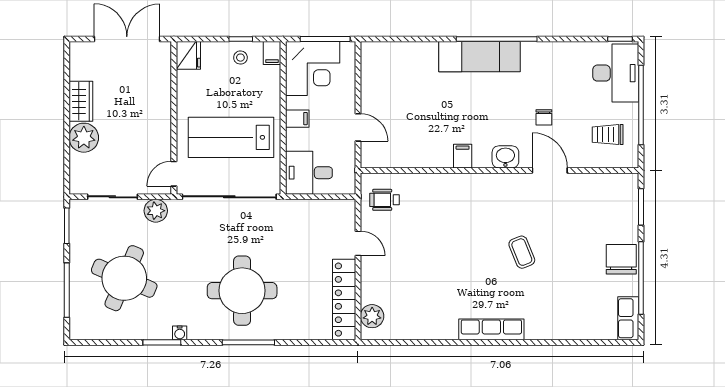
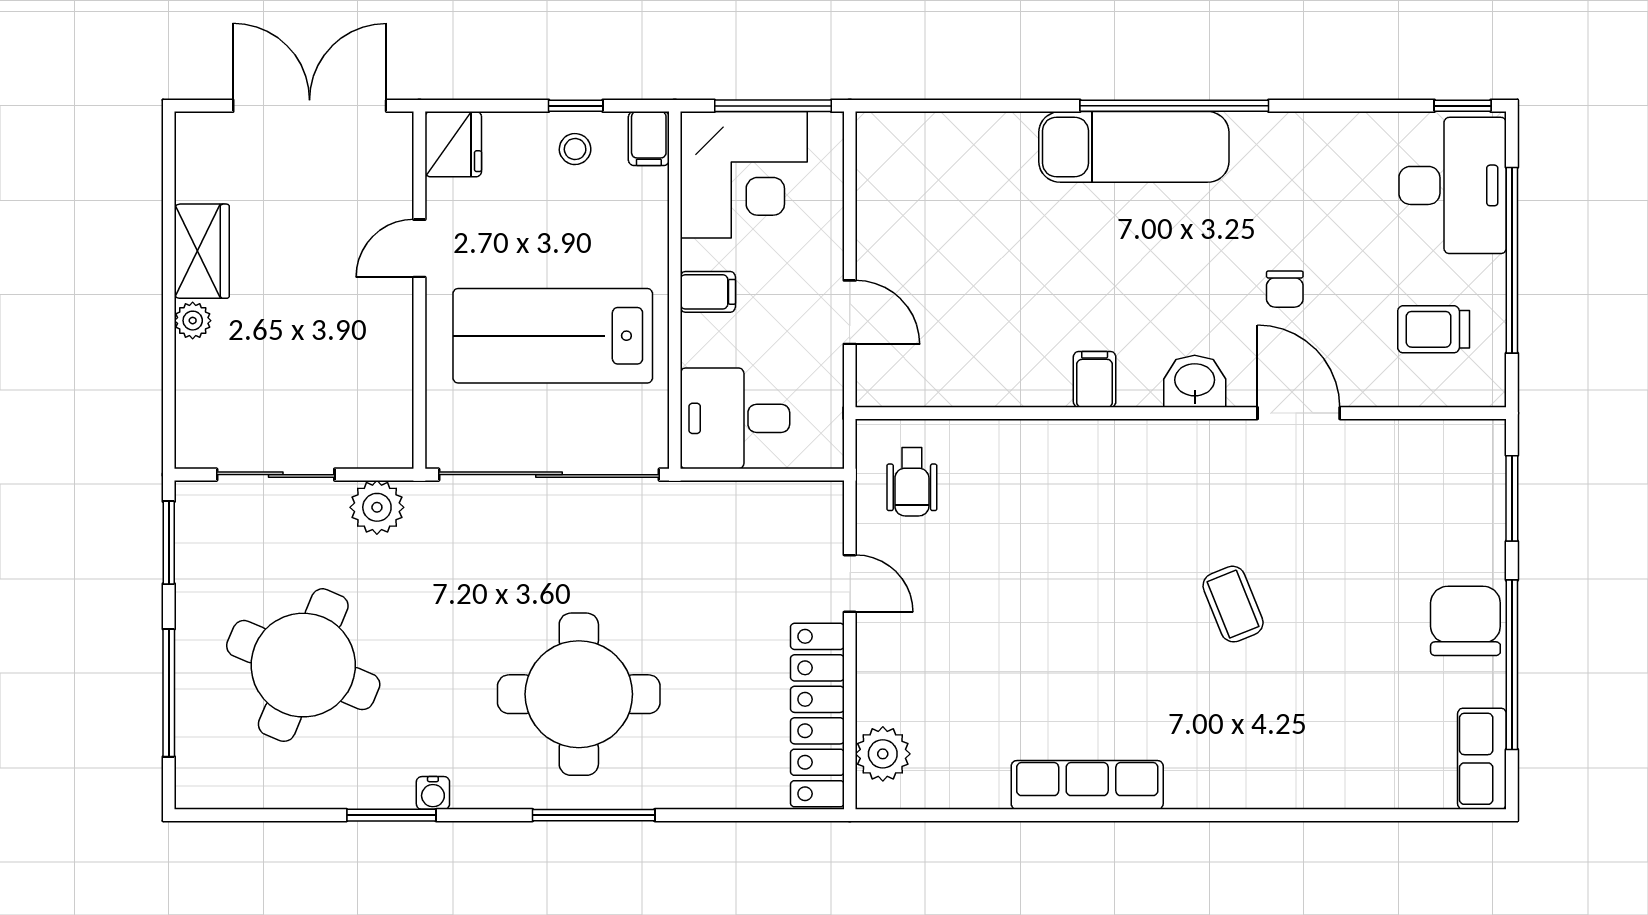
plant: (84, 138) -> (193, 321), width x0.53, depth x0.53
door: (174, 174) -> (419, 248), moved
wheelchair: (384, 200) -> (912, 482), turned -90
row of seats: (491, 329) -> (1087, 785), moved

